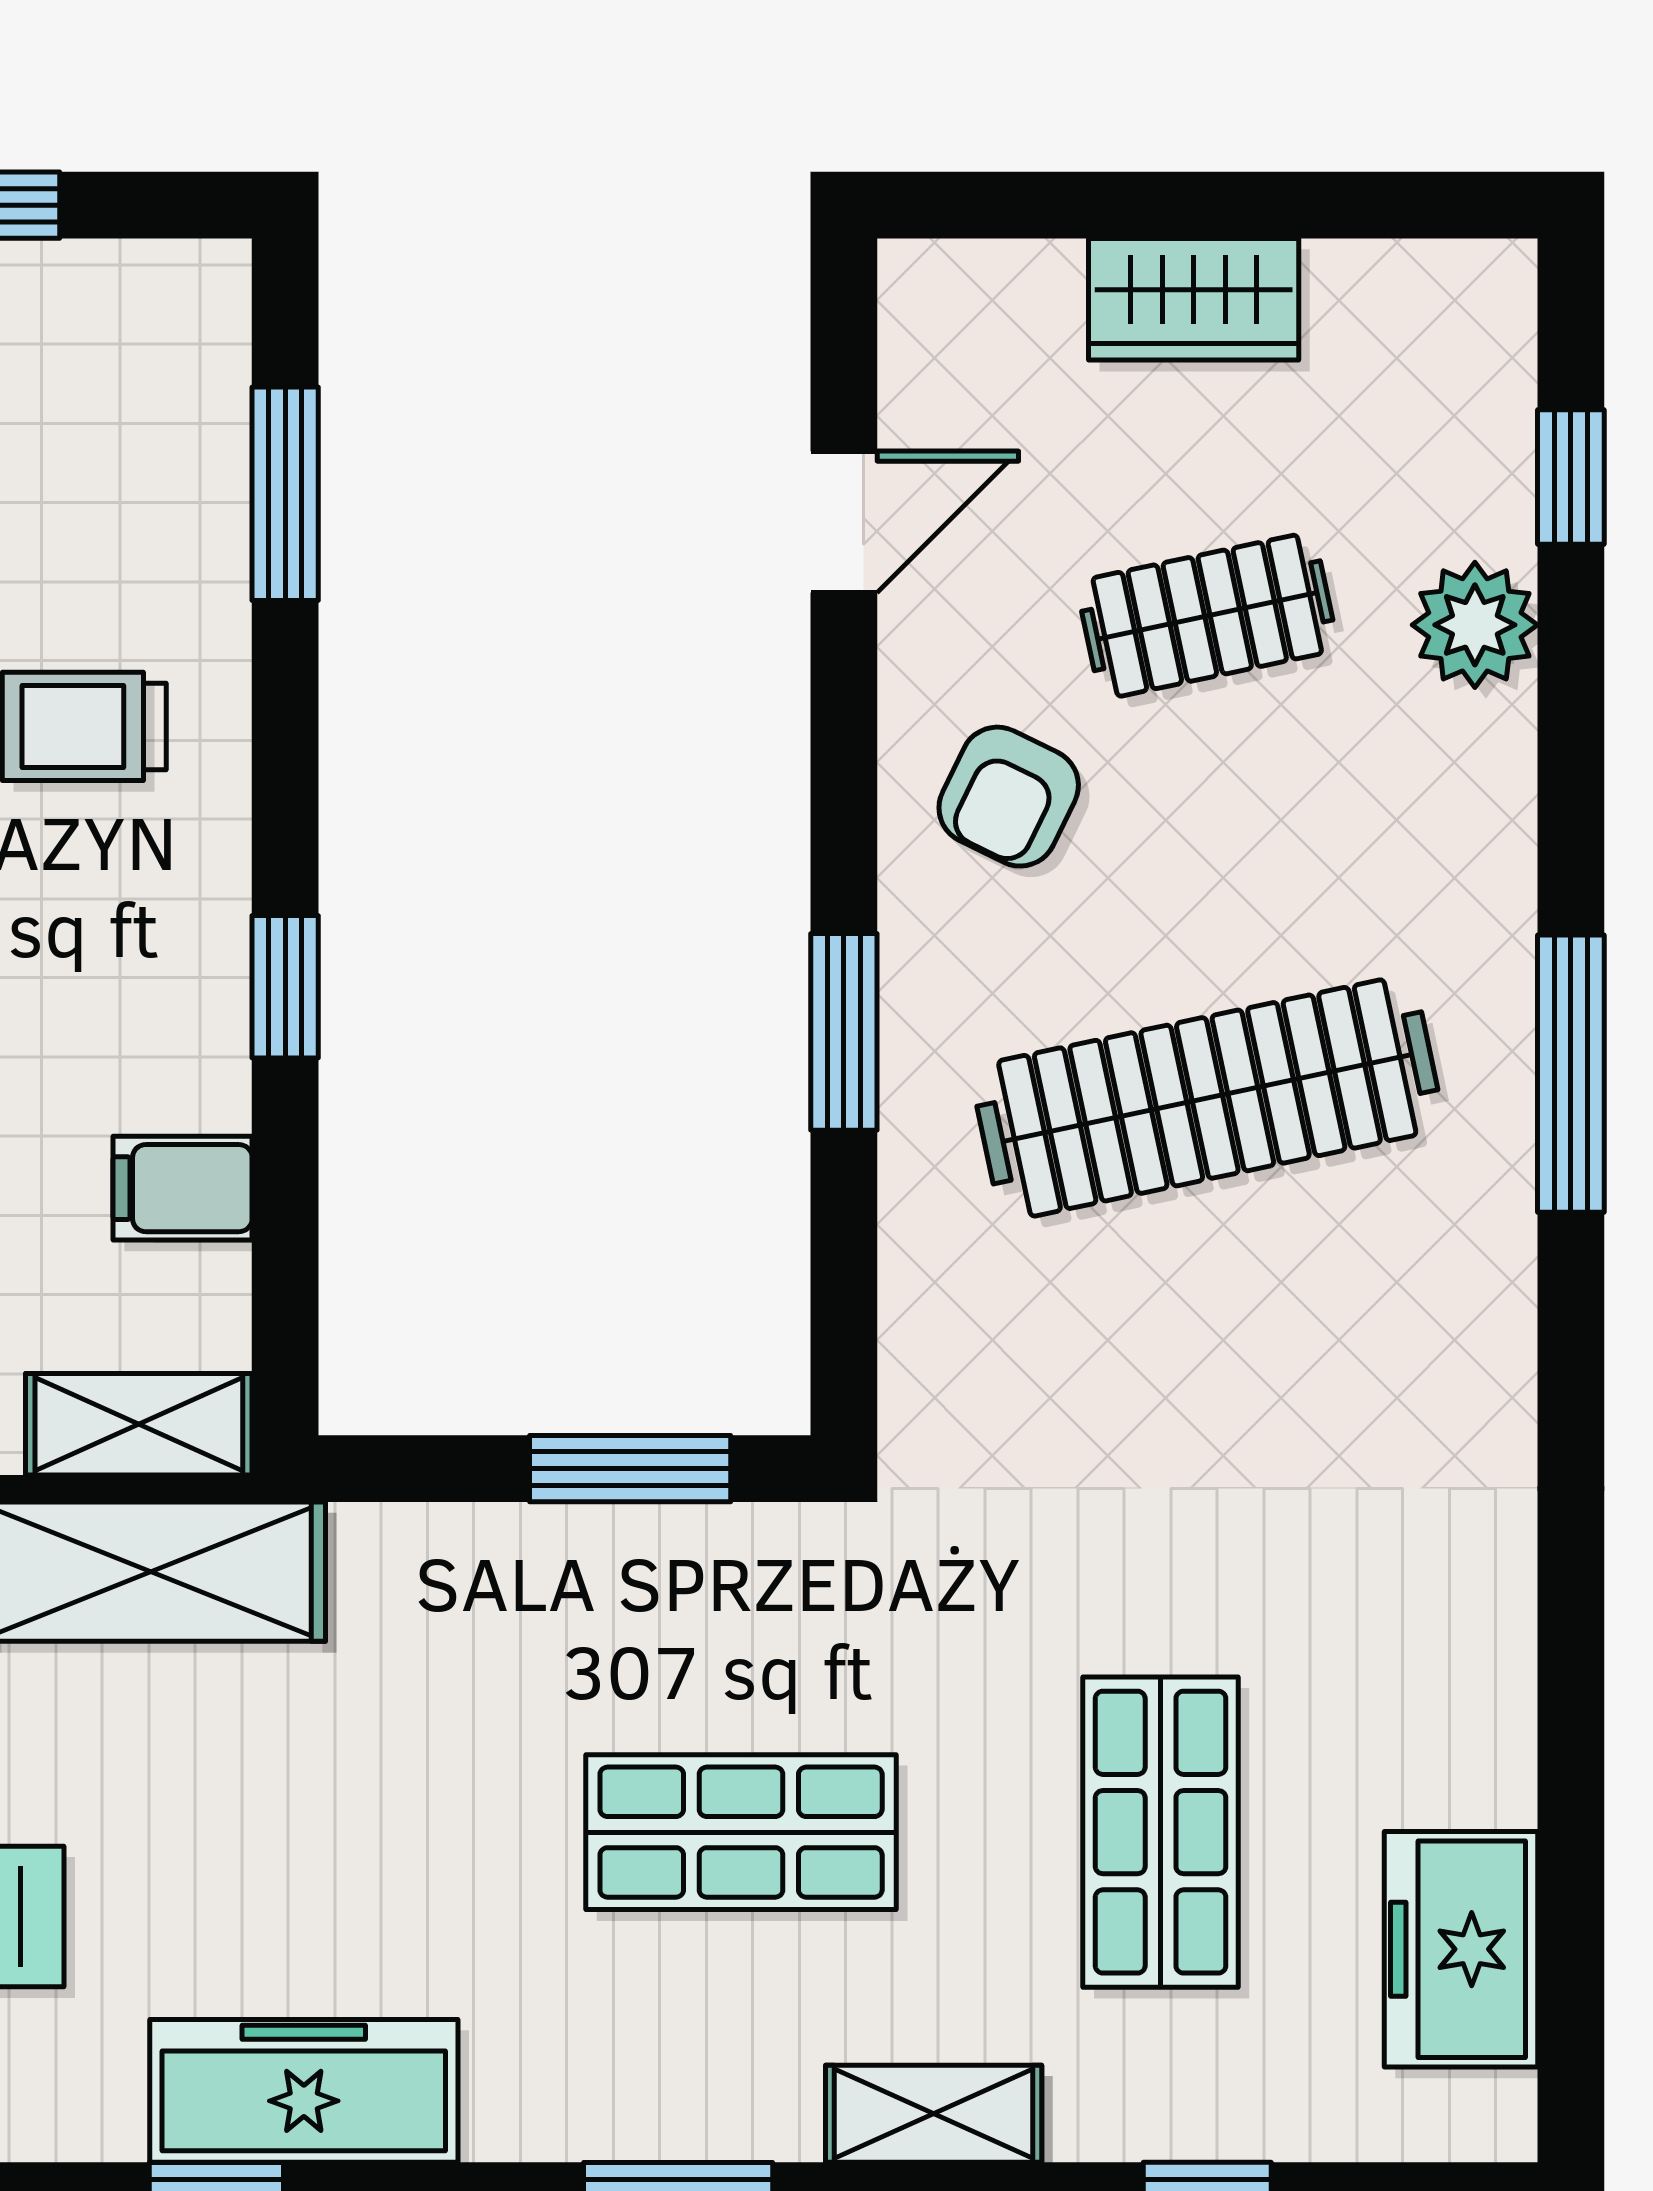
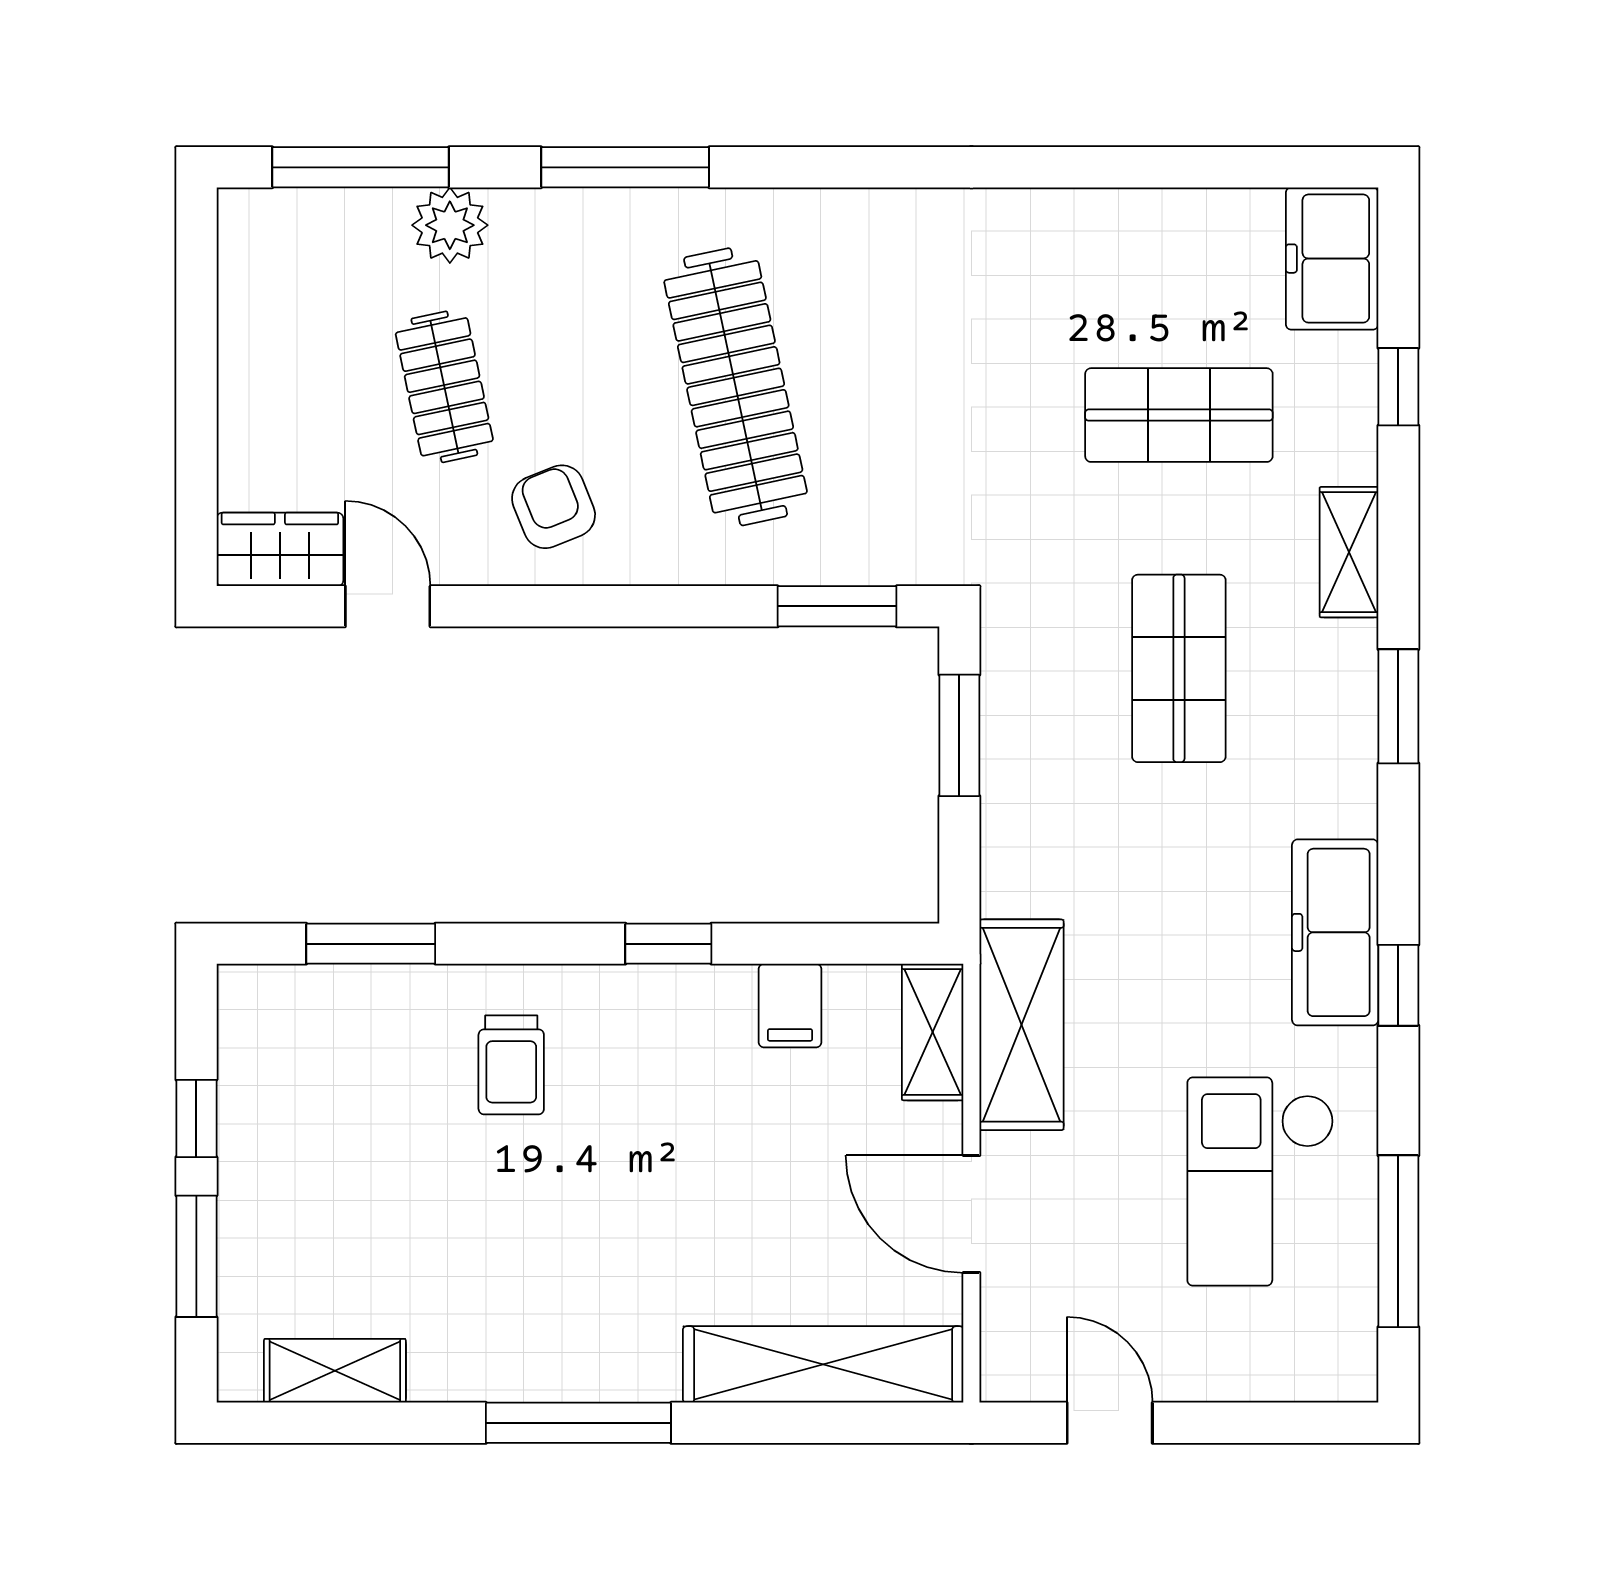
wardrobe: (1194, 299) -> (280, 549), moved, turned -90
window: (1571, 477) -> (361, 167), width x2.17
armchair: (1009, 797) -> (554, 507), turned -138
window: (844, 1032) -> (837, 606), moved
window: (1571, 1074) -> (625, 167), moved
freezer: (1461, 1949) -> (1332, 259), moved, turned 90

